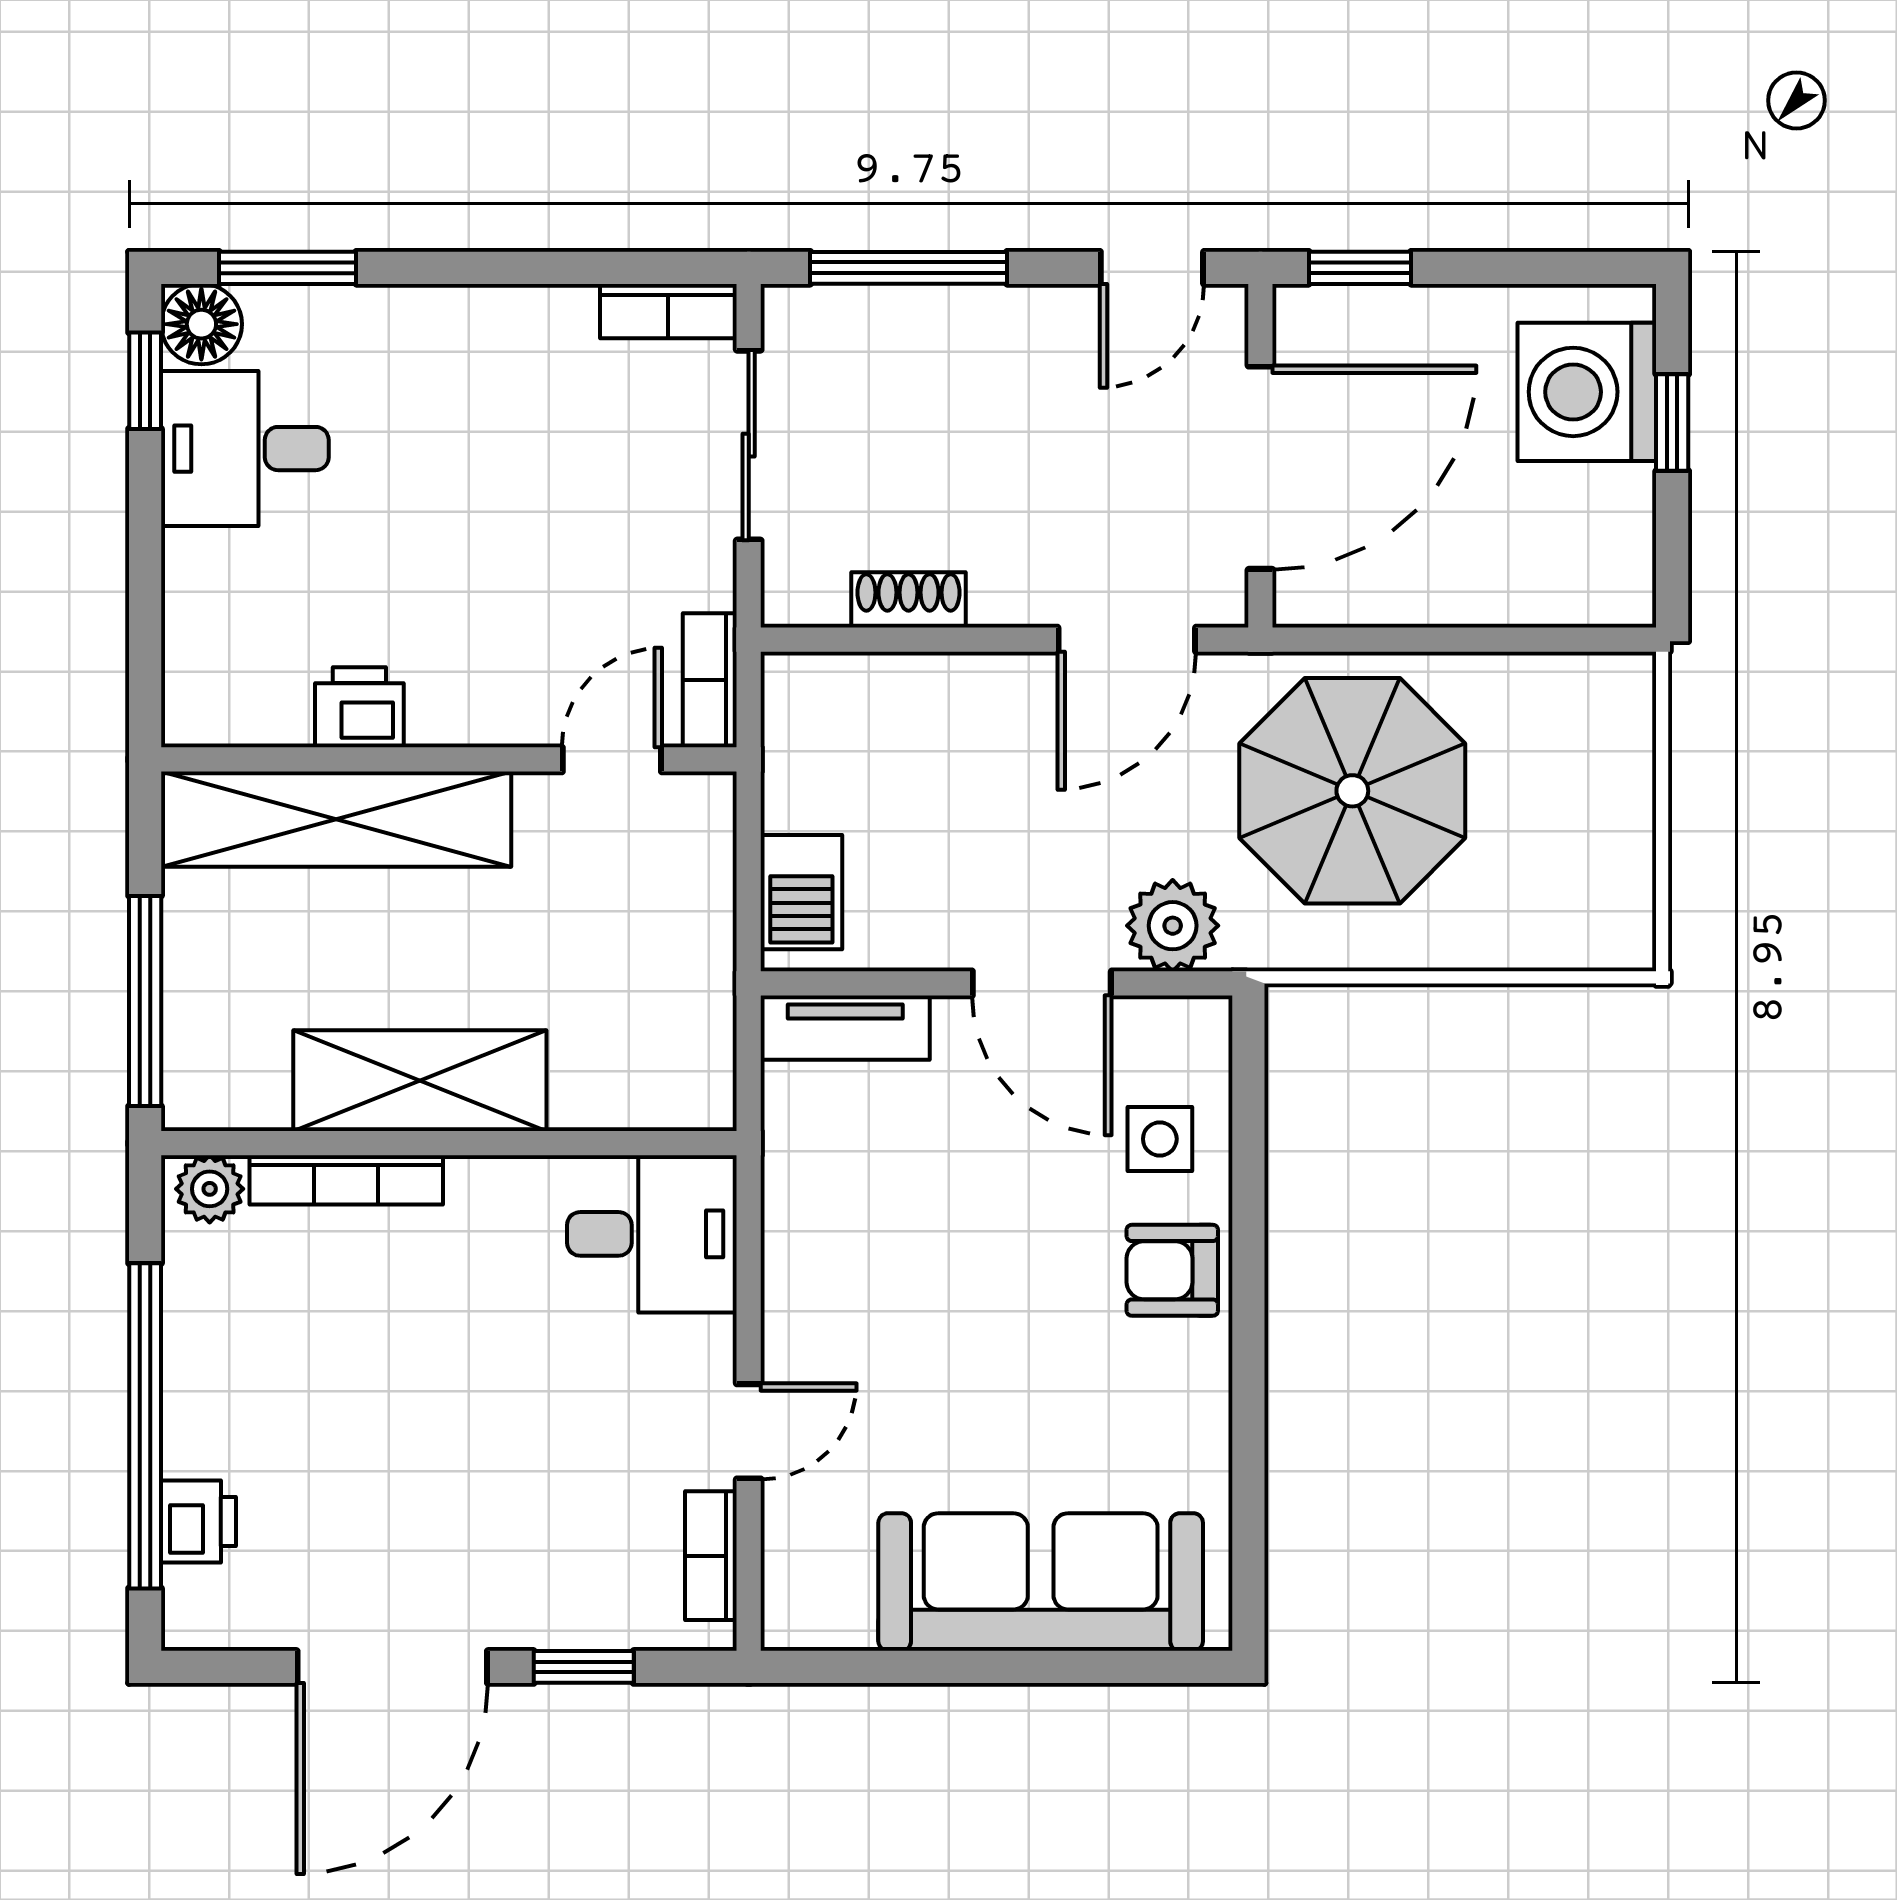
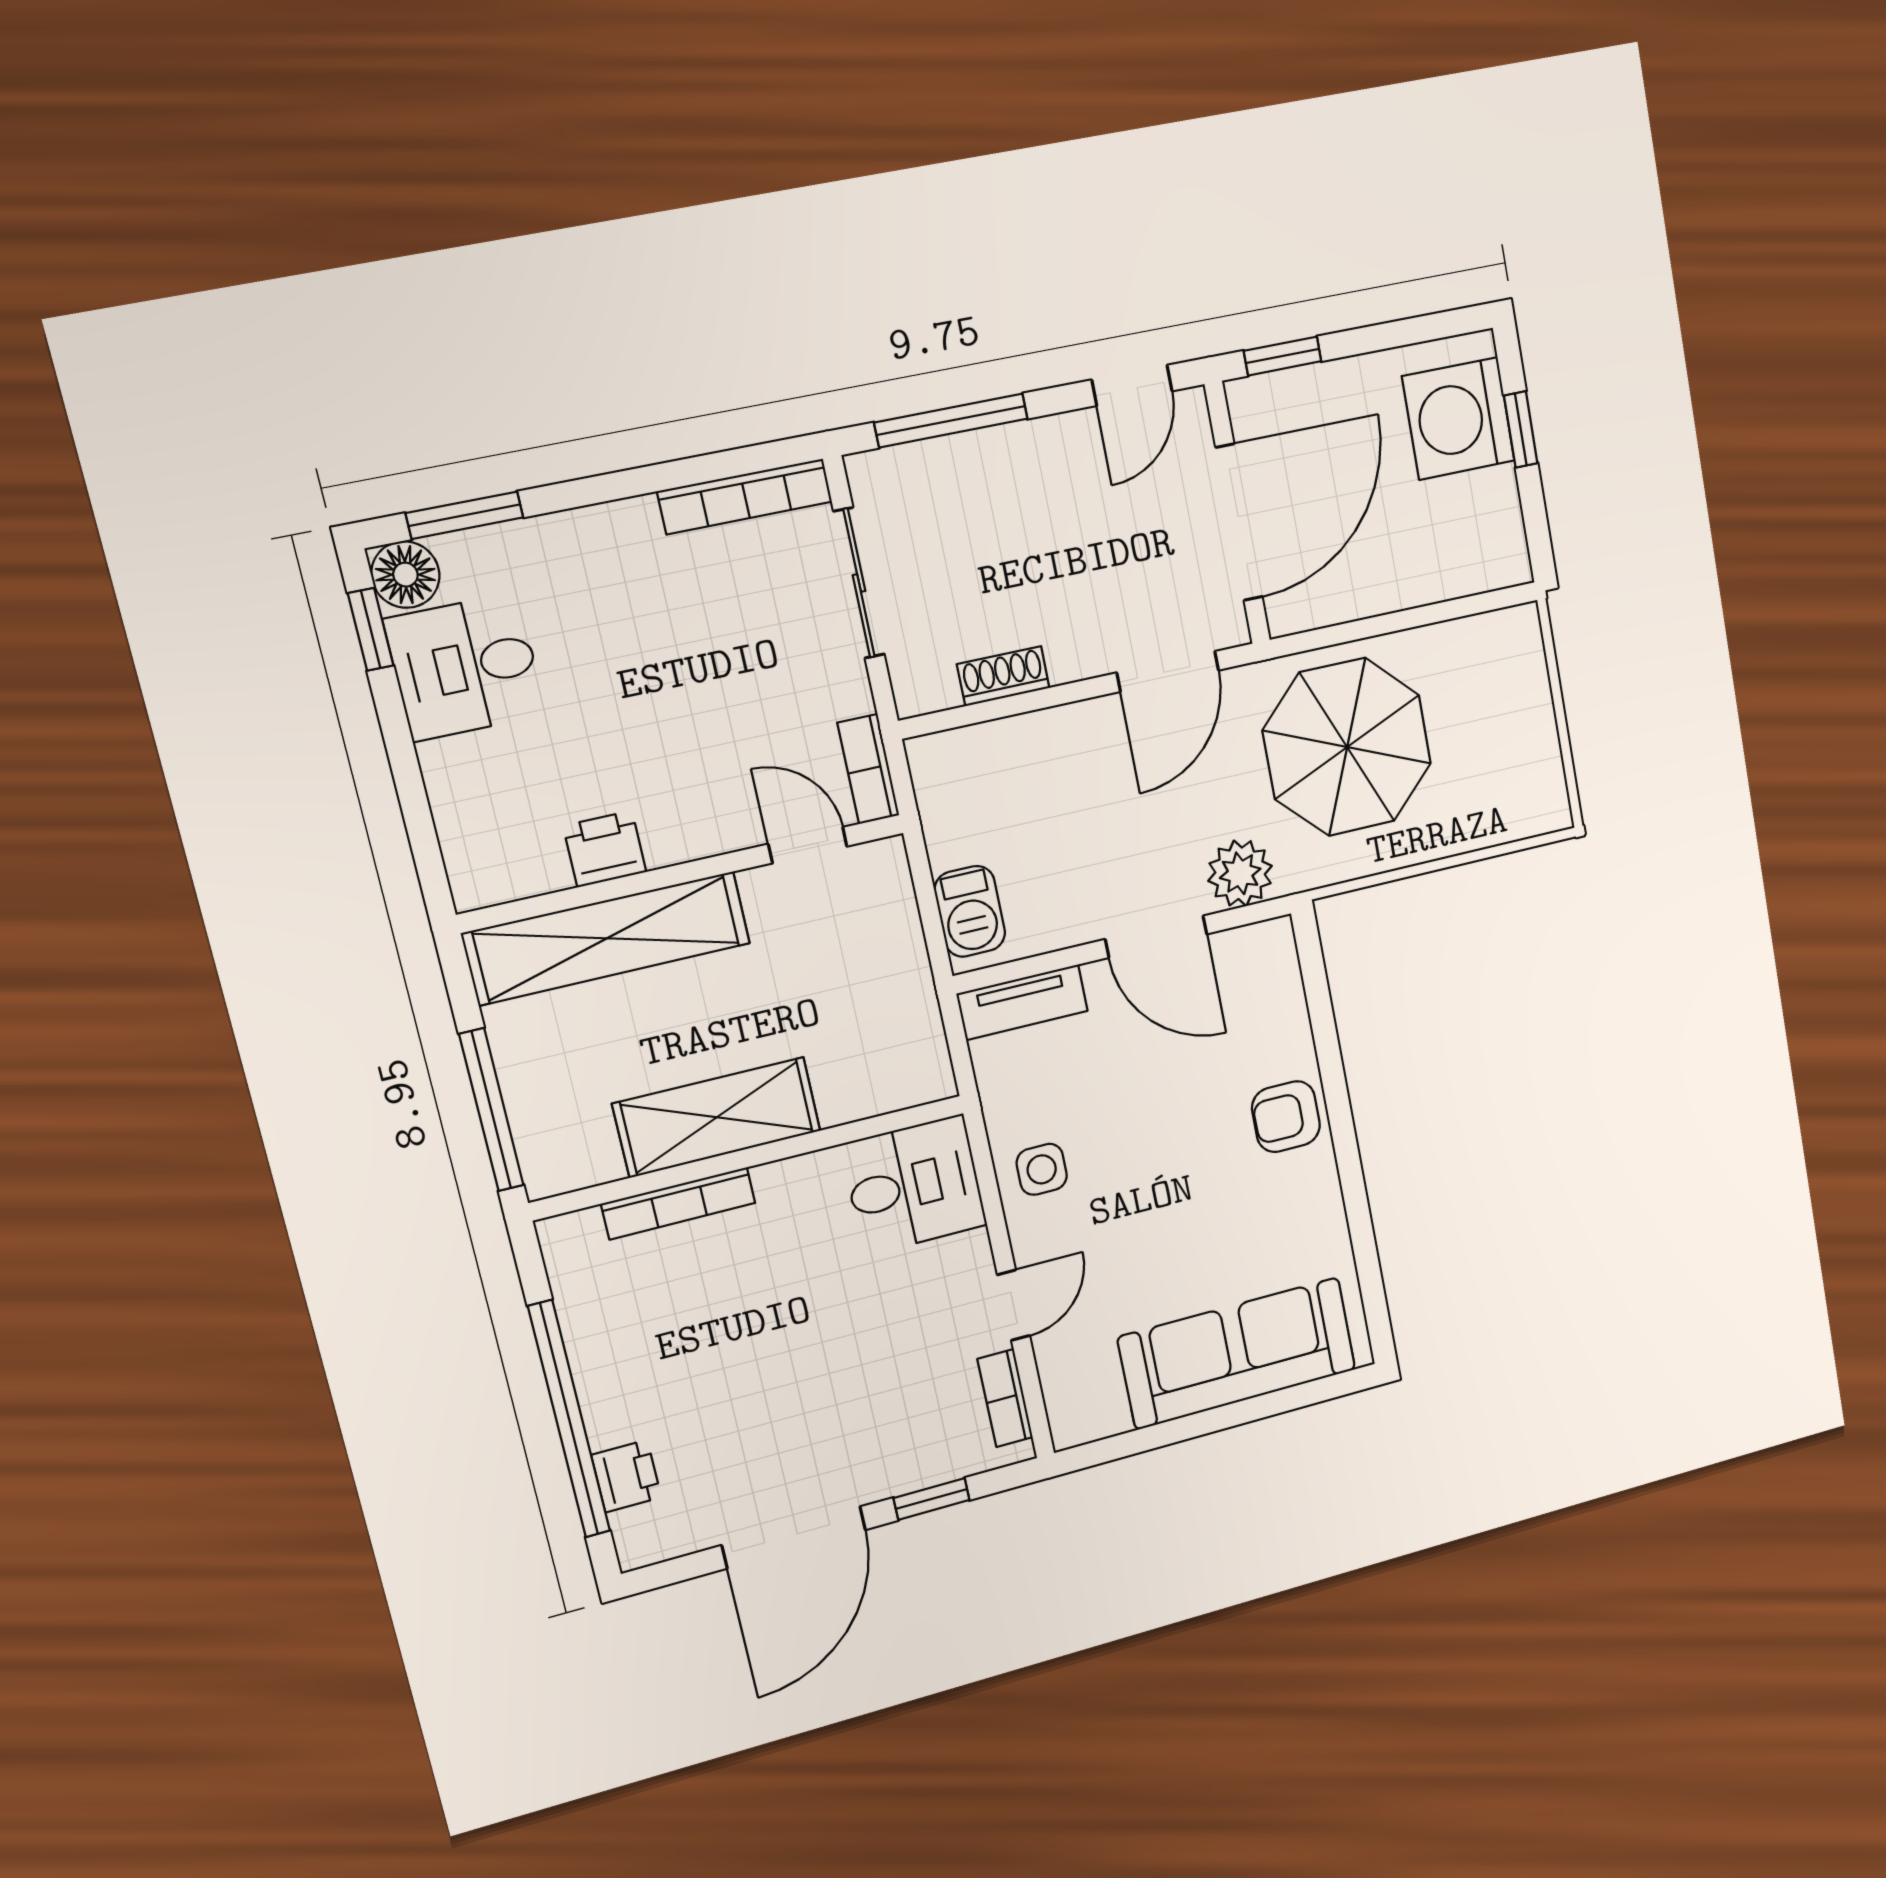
bookcase: (668, 311) -> (745, 497), width x1.56
door: (612, 759) -> (808, 845), hinge flipped
side table: (1160, 1139) -> (1042, 1169), moved
plant: (210, 1189) -> (576, 1236), removed

